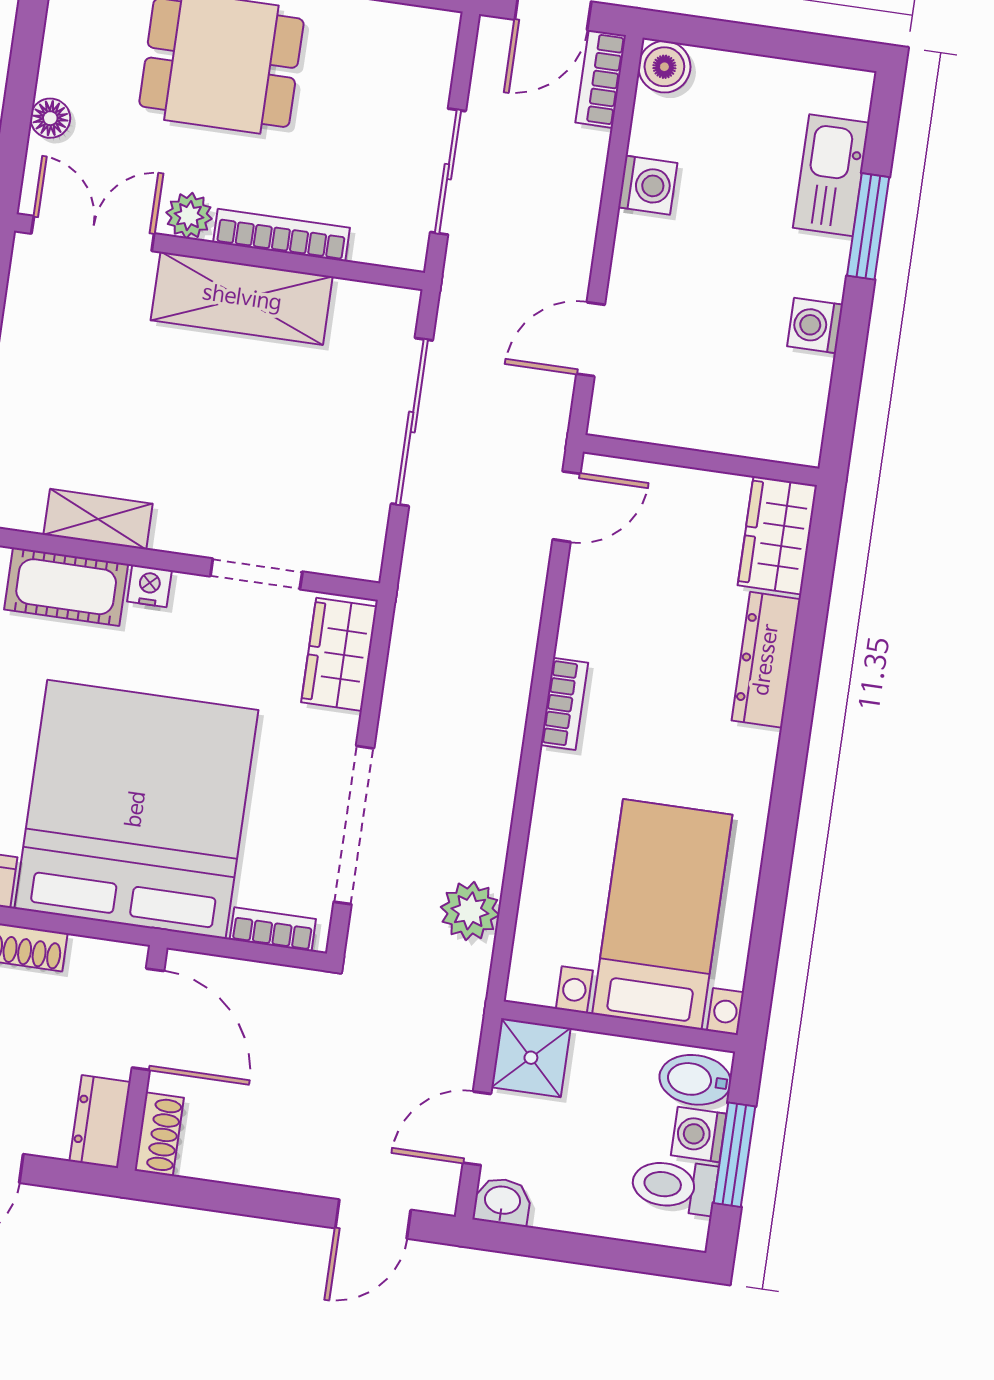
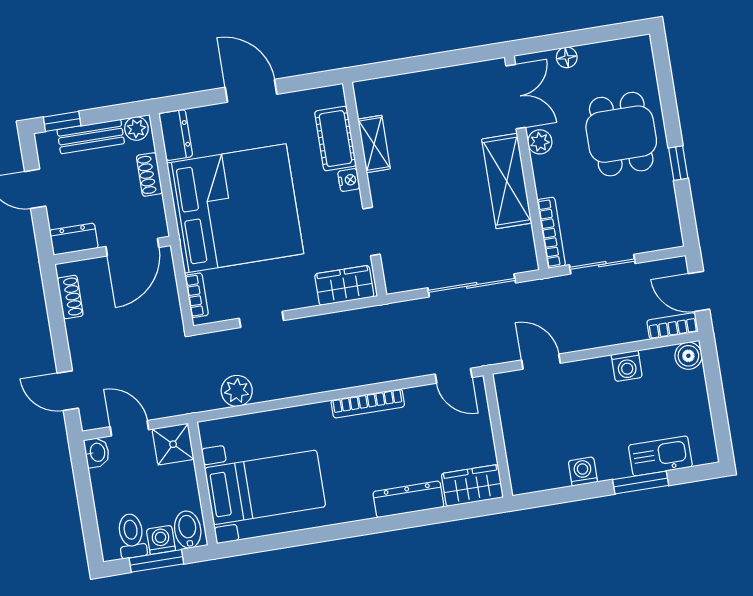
bookcase: (281, 235) -> (551, 233), moved
bookcase: (564, 704) -> (368, 403), width x1.56
doorway: (354, 825) -> (261, 319), width x0.53
shoe rack: (159, 1134) -> (70, 297), moved, turned -90

